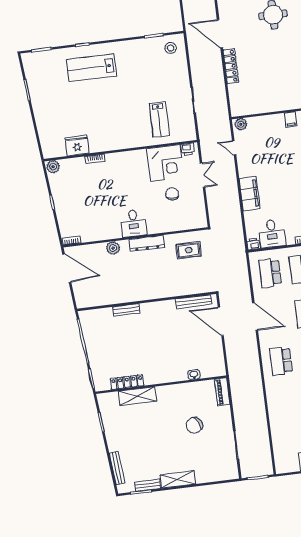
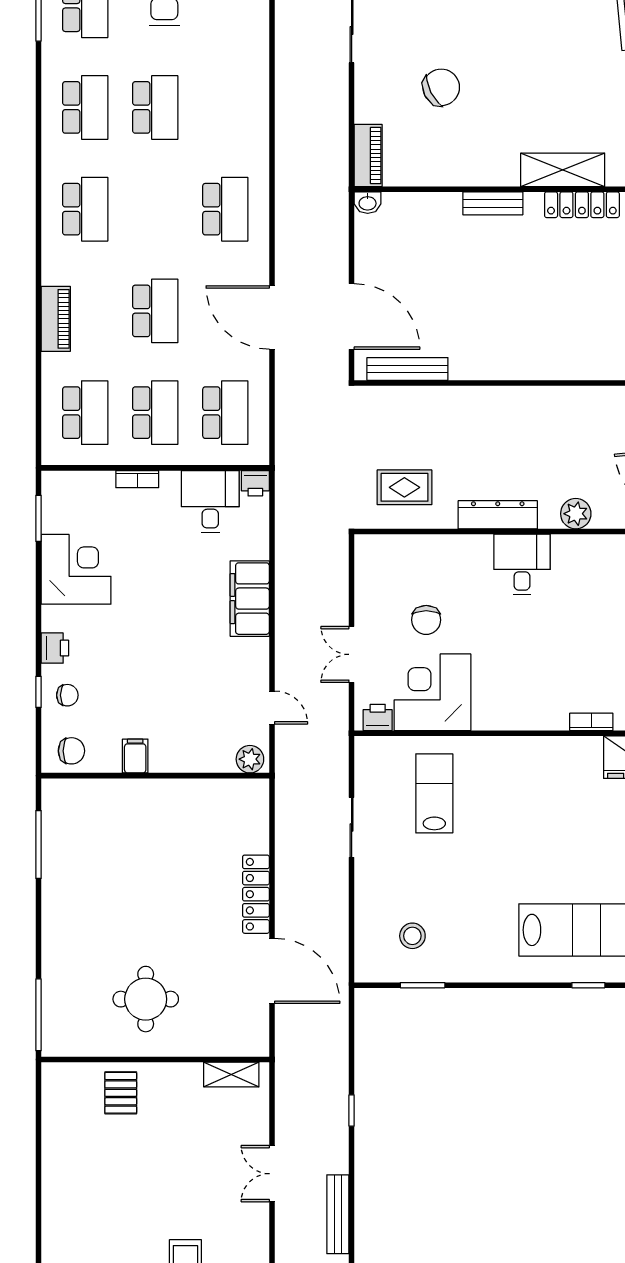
stool: (171, 48) -> (412, 936), moved
bench: (126, 310) -> (493, 203), moved
washbasin: (194, 375) -> (368, 203), moved

